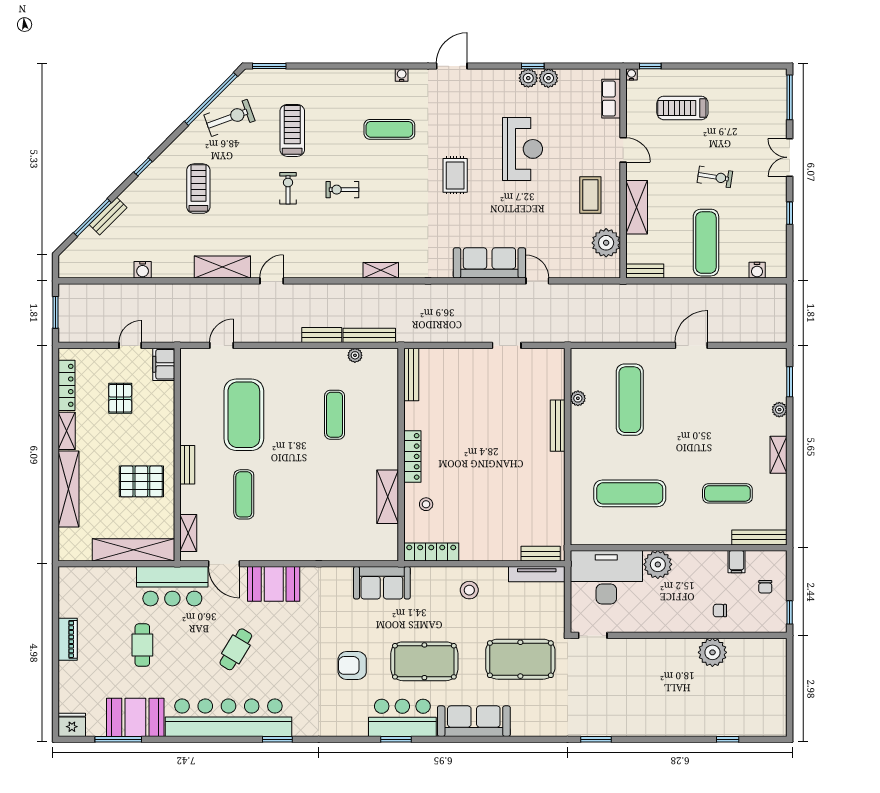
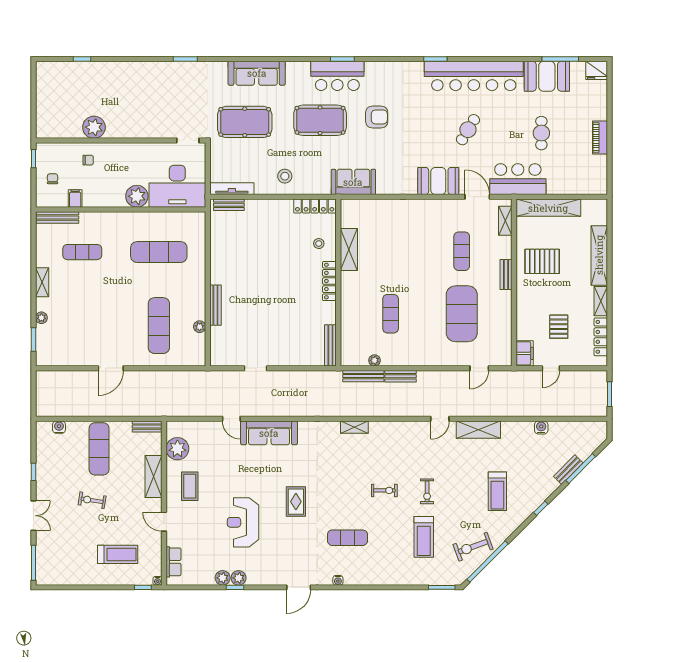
sofa: (474, 721) -> (257, 73), moved

